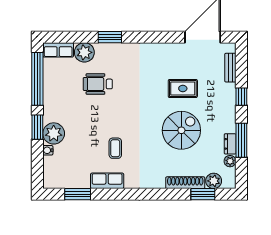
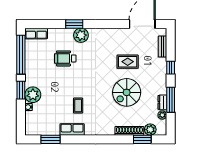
plant: (84, 52) -> (81, 35), moved
spiral stairs: (181, 130) -> (127, 92), turned 180

